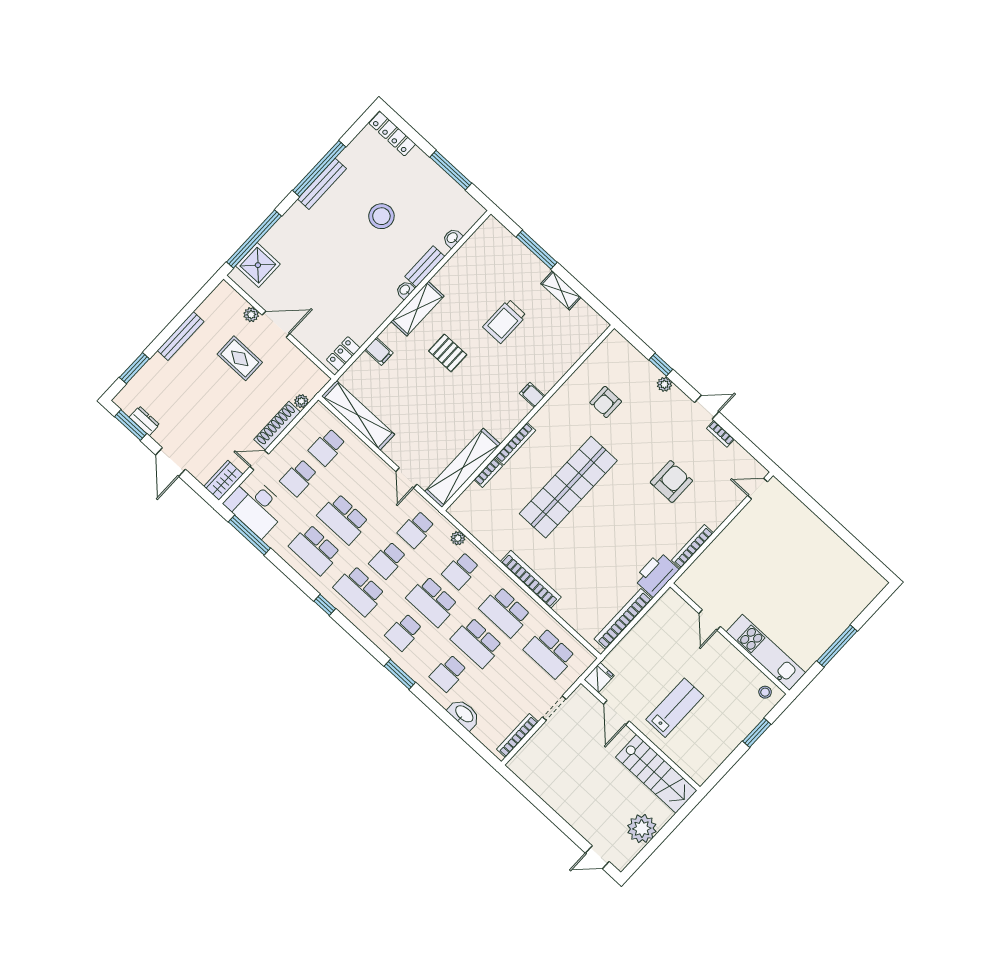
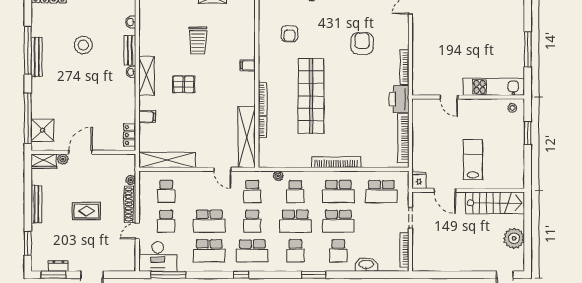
rug: (240, 358) -> (86, 211), moved
wardrobe: (223, 480) -> (44, 161), moved, turned -90

